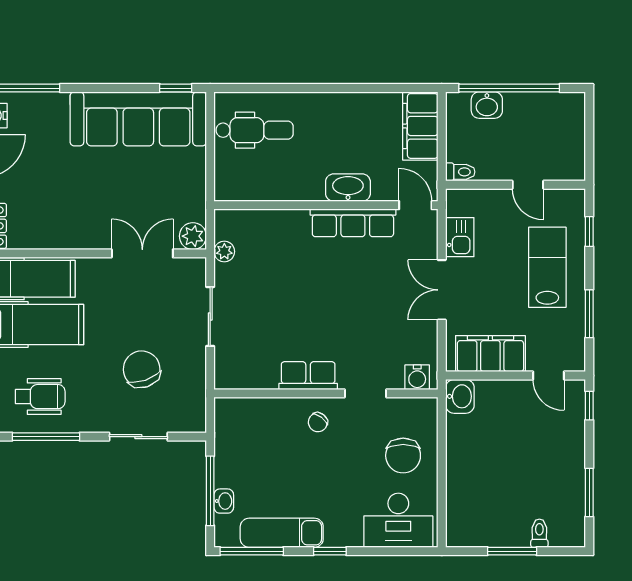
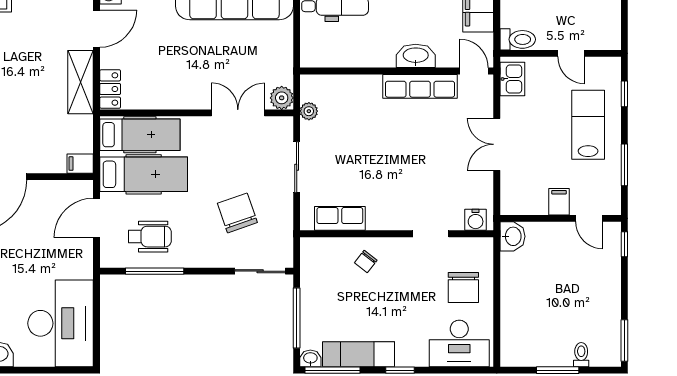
toilet: (460, 172) -> (518, 39), width x1.37, depth x1.39
kitchen sink: (460, 237) -> (512, 79), moved
filing cabinet: (490, 354) -> (559, 202), width x0.33, depth x0.86
row of seats: (308, 376) -> (340, 218), moved
chair: (318, 422) -> (366, 262), moved
sliding door: (138, 437) -> (260, 271), moved
window: (589, 492) -> (624, 341), moved
washbasin: (224, 501) -> (310, 358), moved, turned -90

